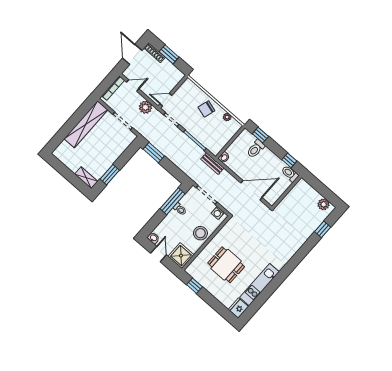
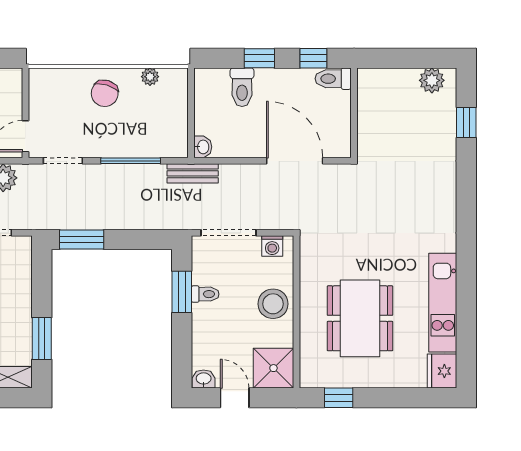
window: (260, 135) -> (259, 58), moved
door: (252, 190) -> (295, 161), hinge flipped
window: (172, 201) -> (182, 292), width x0.69
dining table: (226, 265) -> (360, 318), width x1.37

